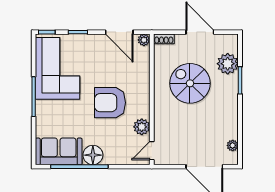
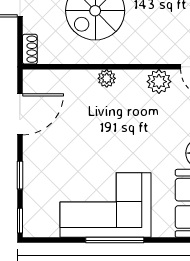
plant: (144, 40) -> (107, 78), moved
corner sofa: (58, 68) -> (105, 205), moved
armchair: (110, 103) -> (123, 128), removed

